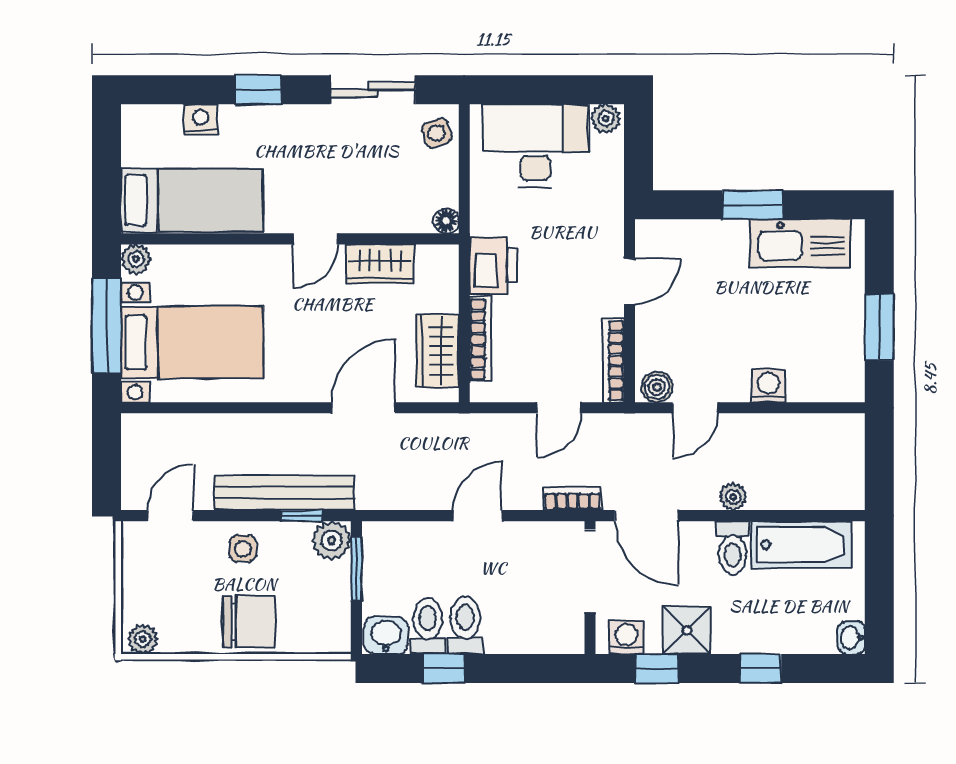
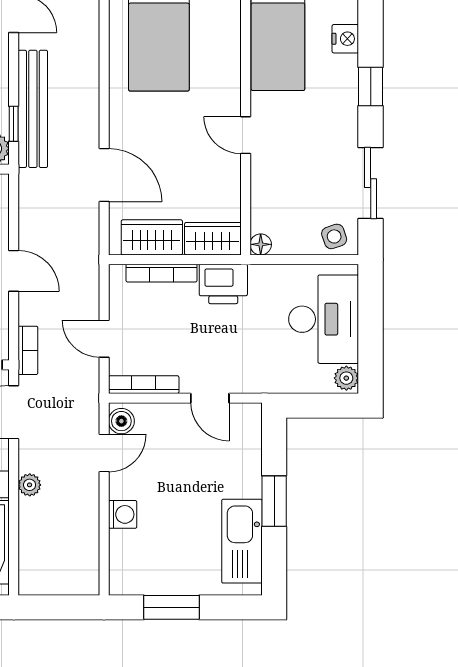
wardrobe: (380, 264) -> (213, 239), moved, turned 90
door: (695, 408) -> (104, 453), swing flipped

